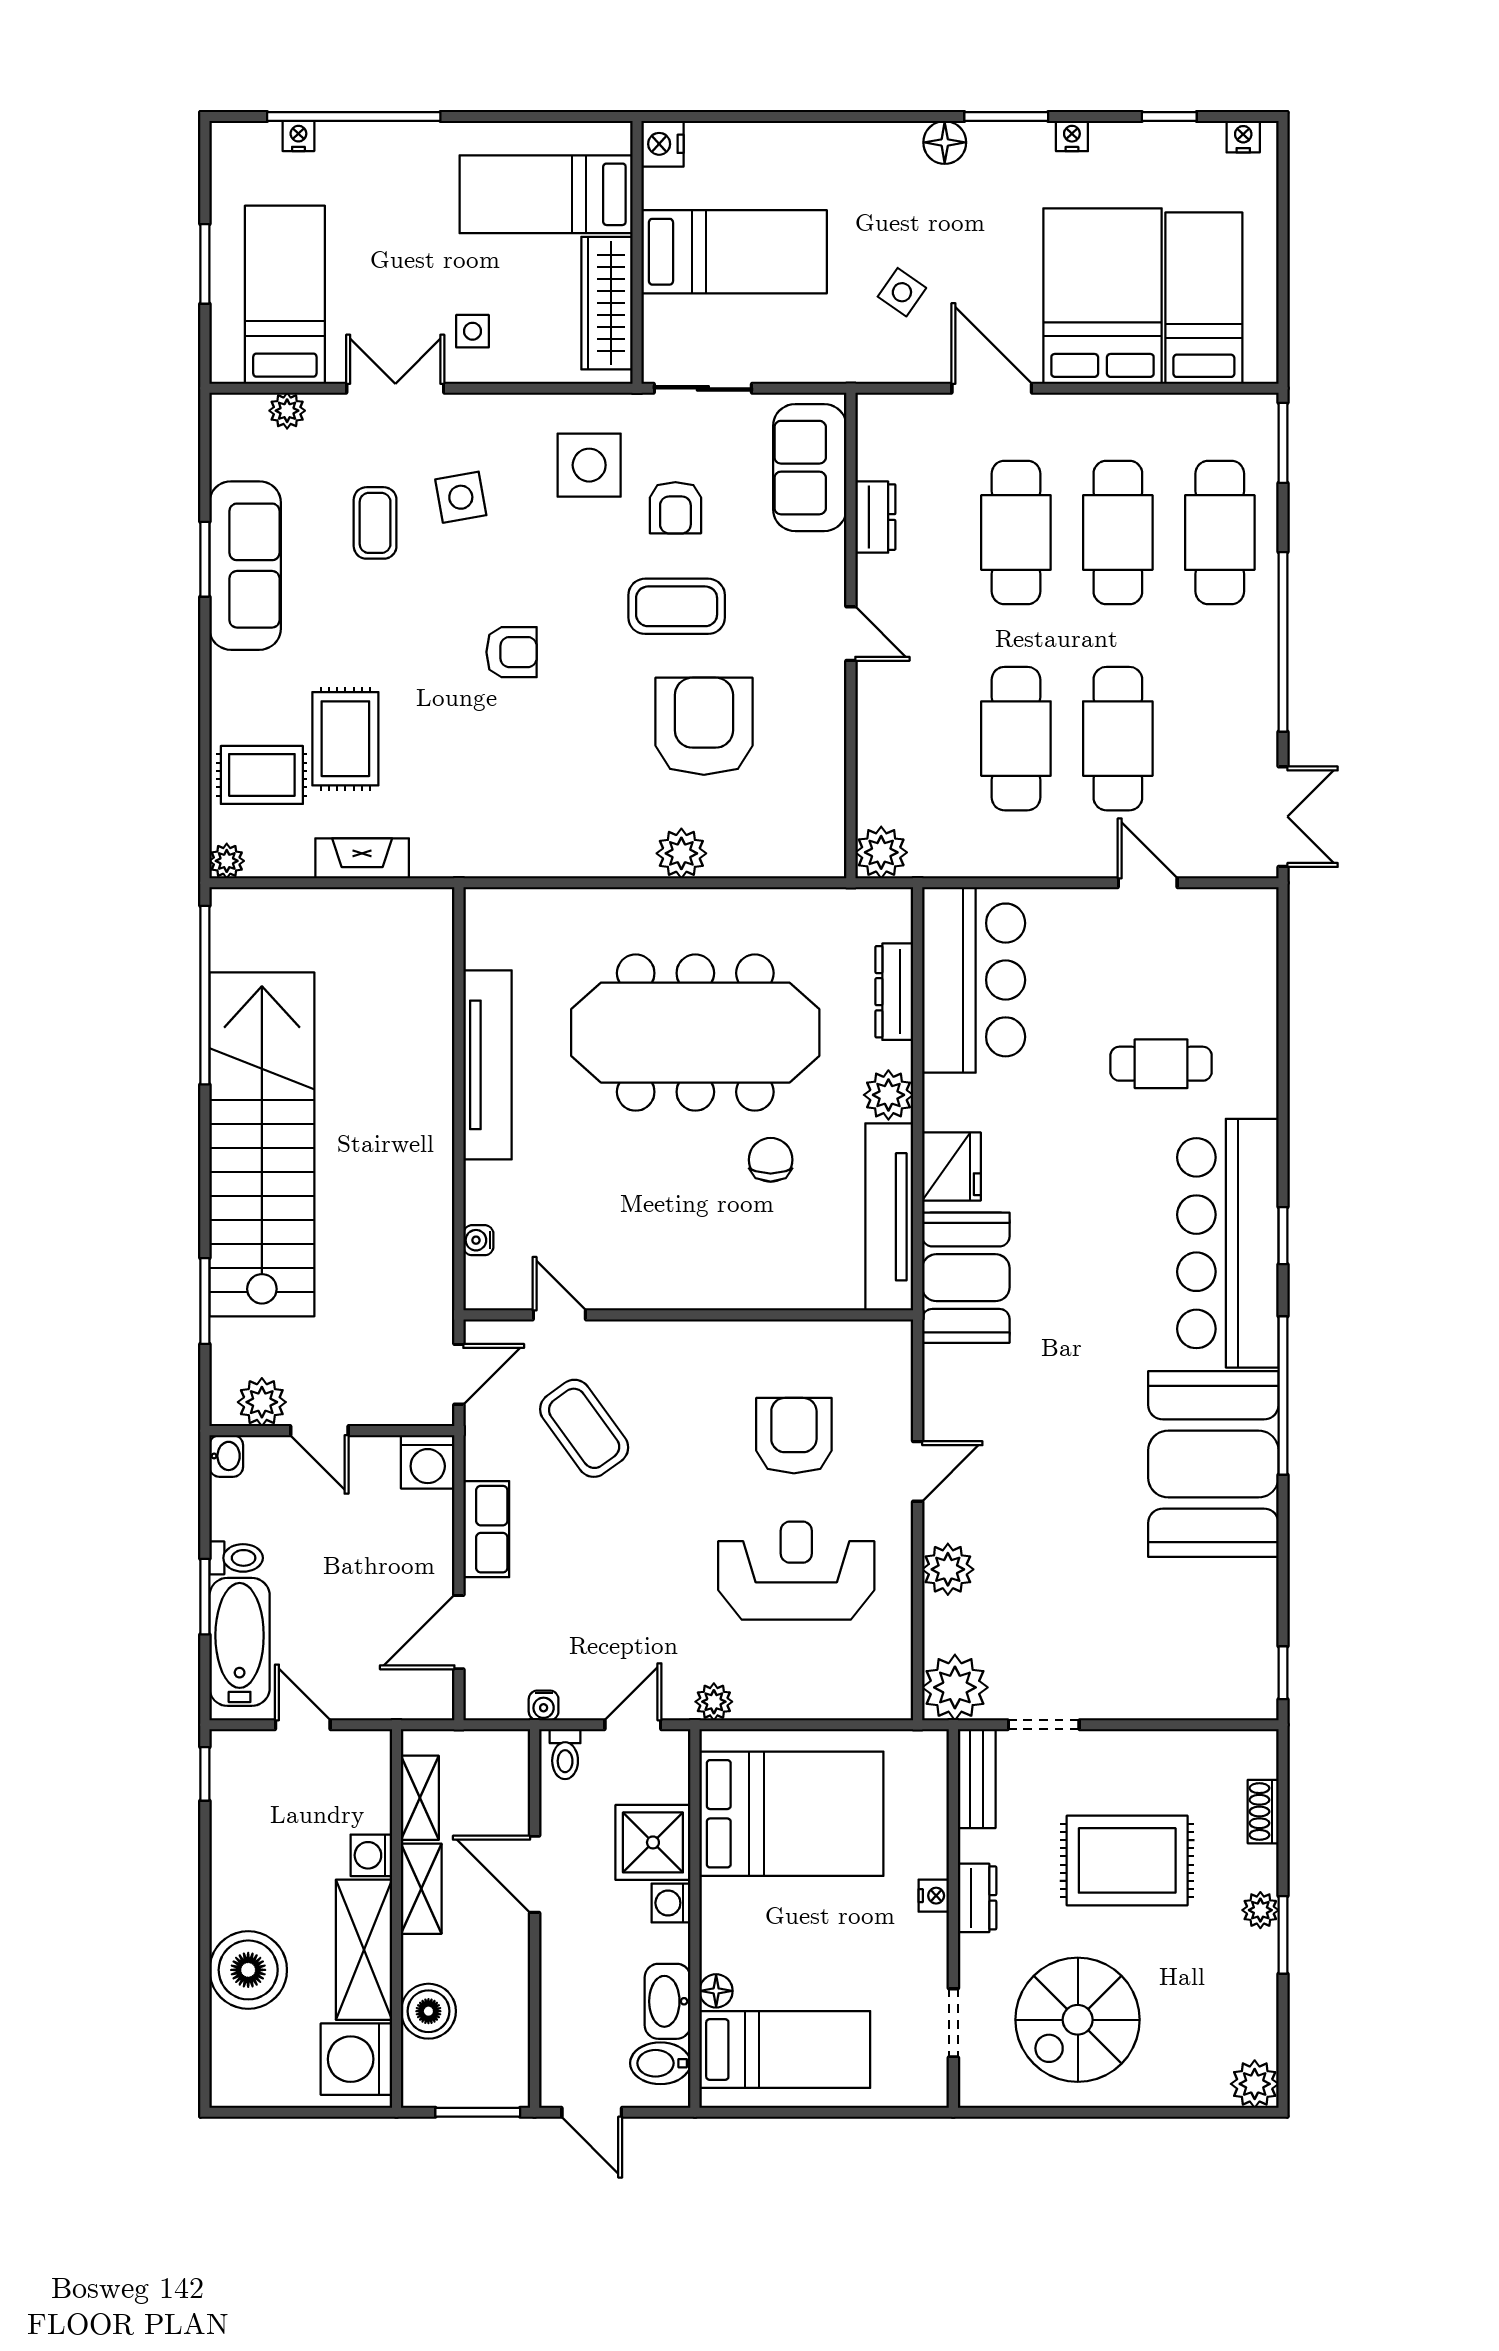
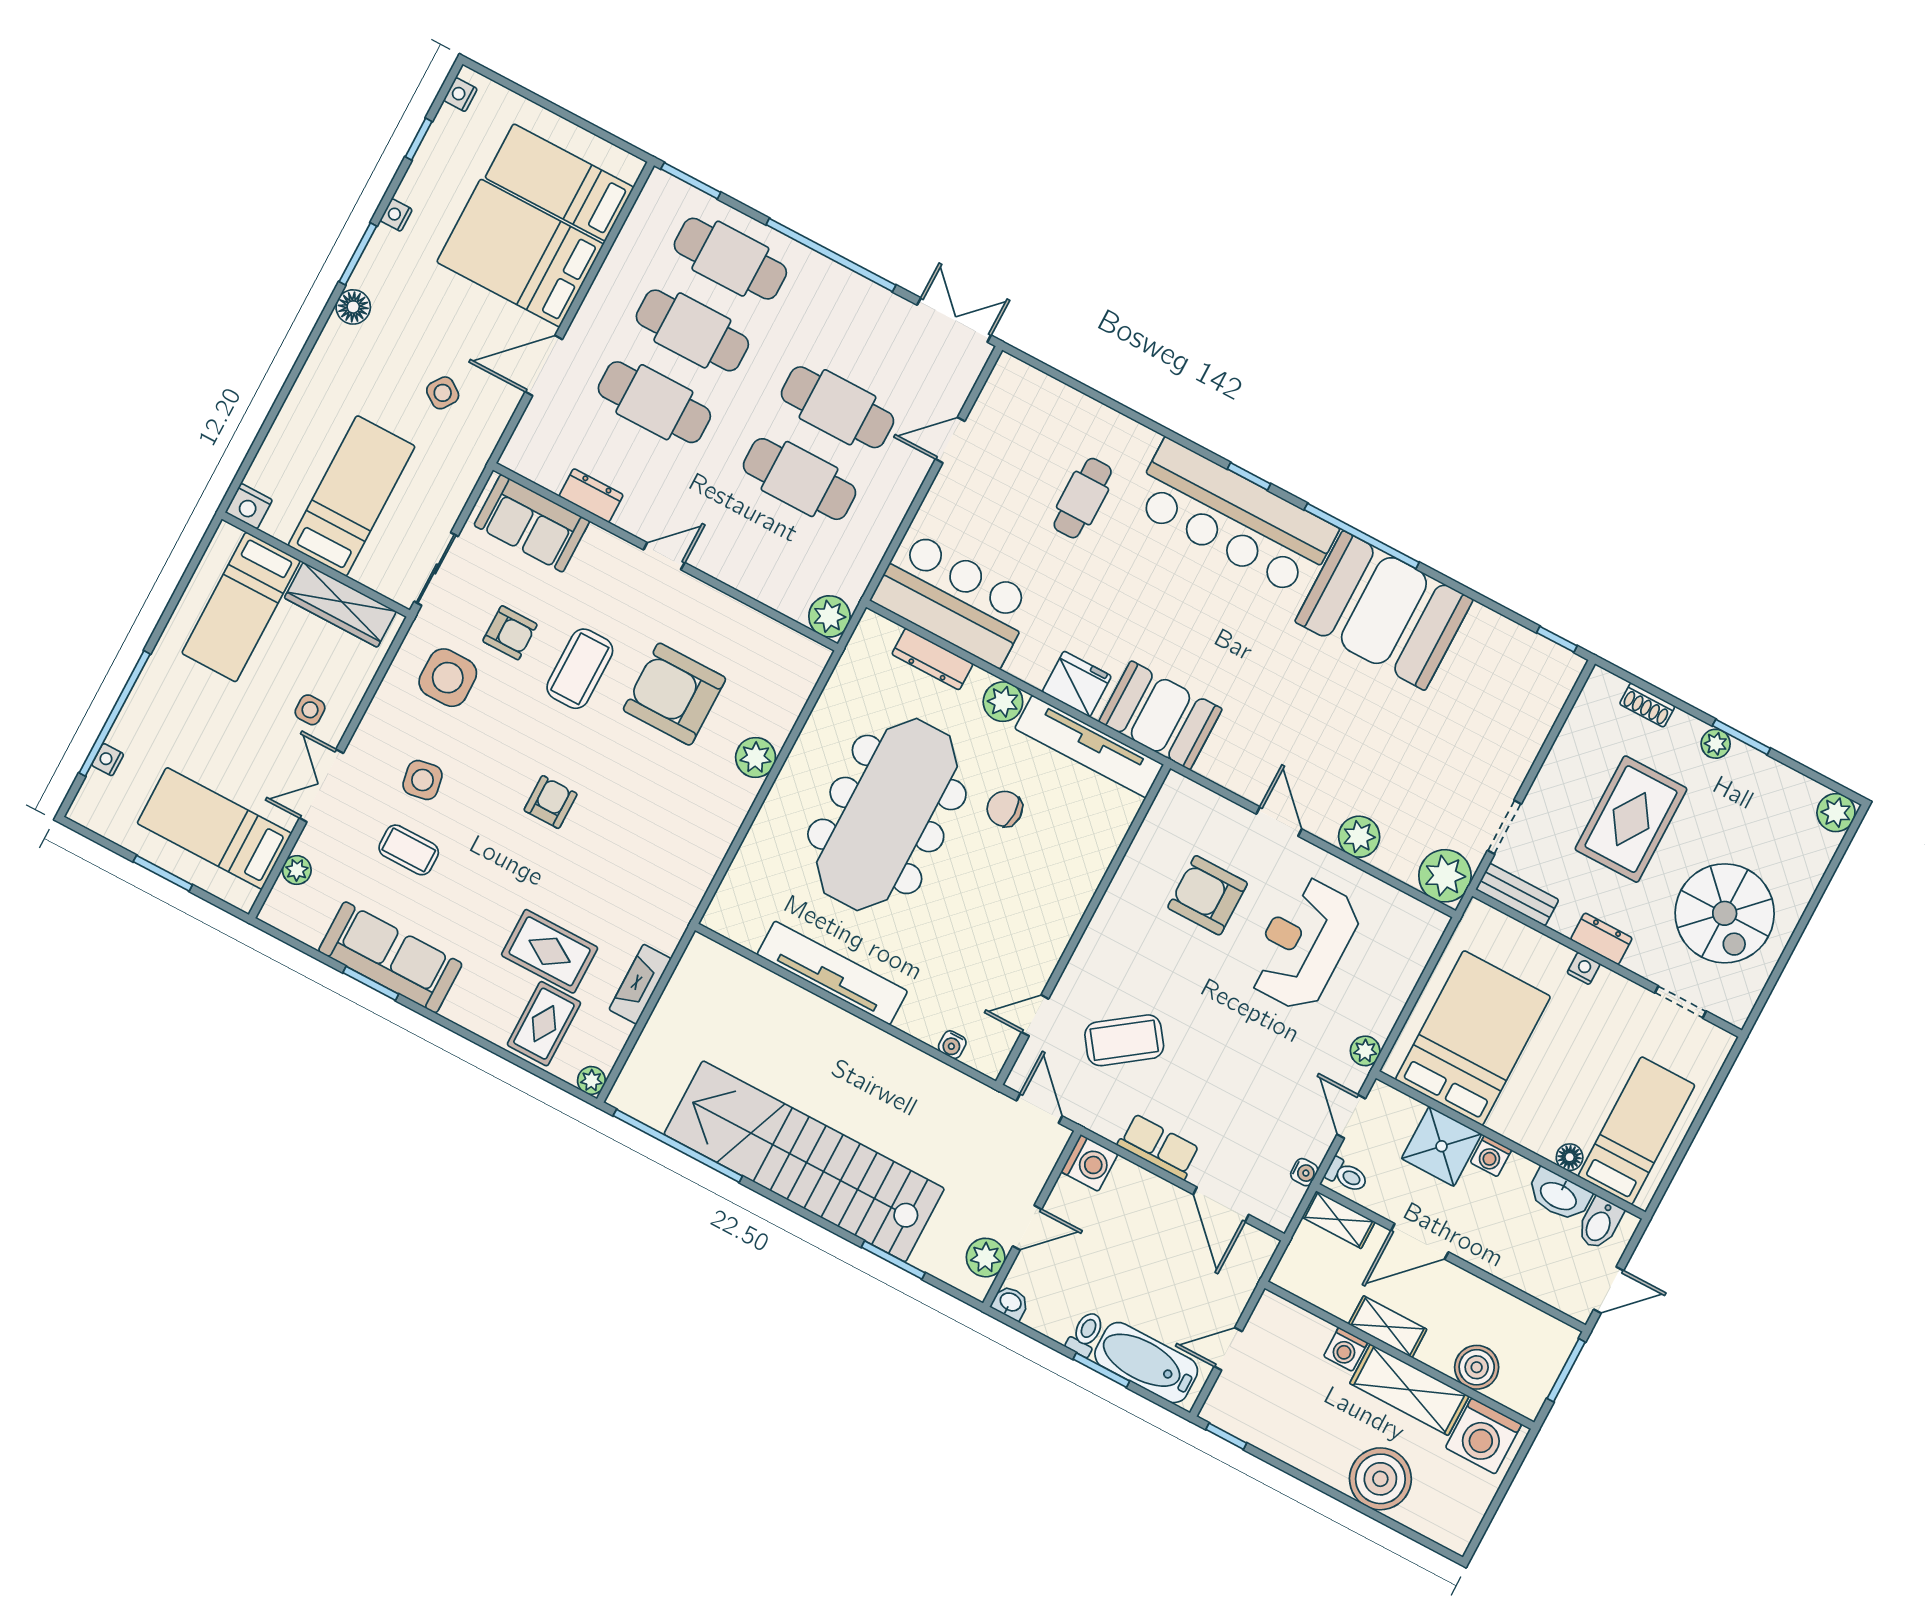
shelving: (420, 1798) -> (1339, 1220), moved

